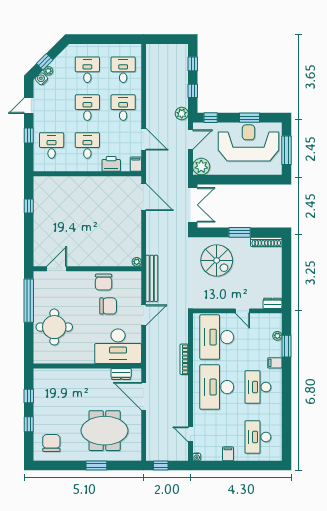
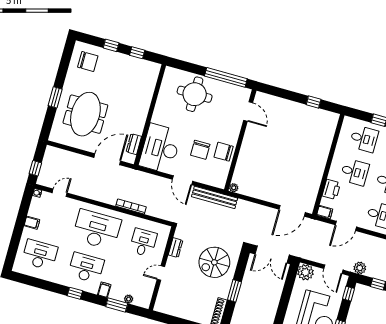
dresser: (272, 303) -> (176, 248), moved
desk: (217, 337) -> (143, 242), width x0.53, depth x0.77
window: (287, 391) -> (75, 293), added
window: (161, 466) -> (35, 168), moved

